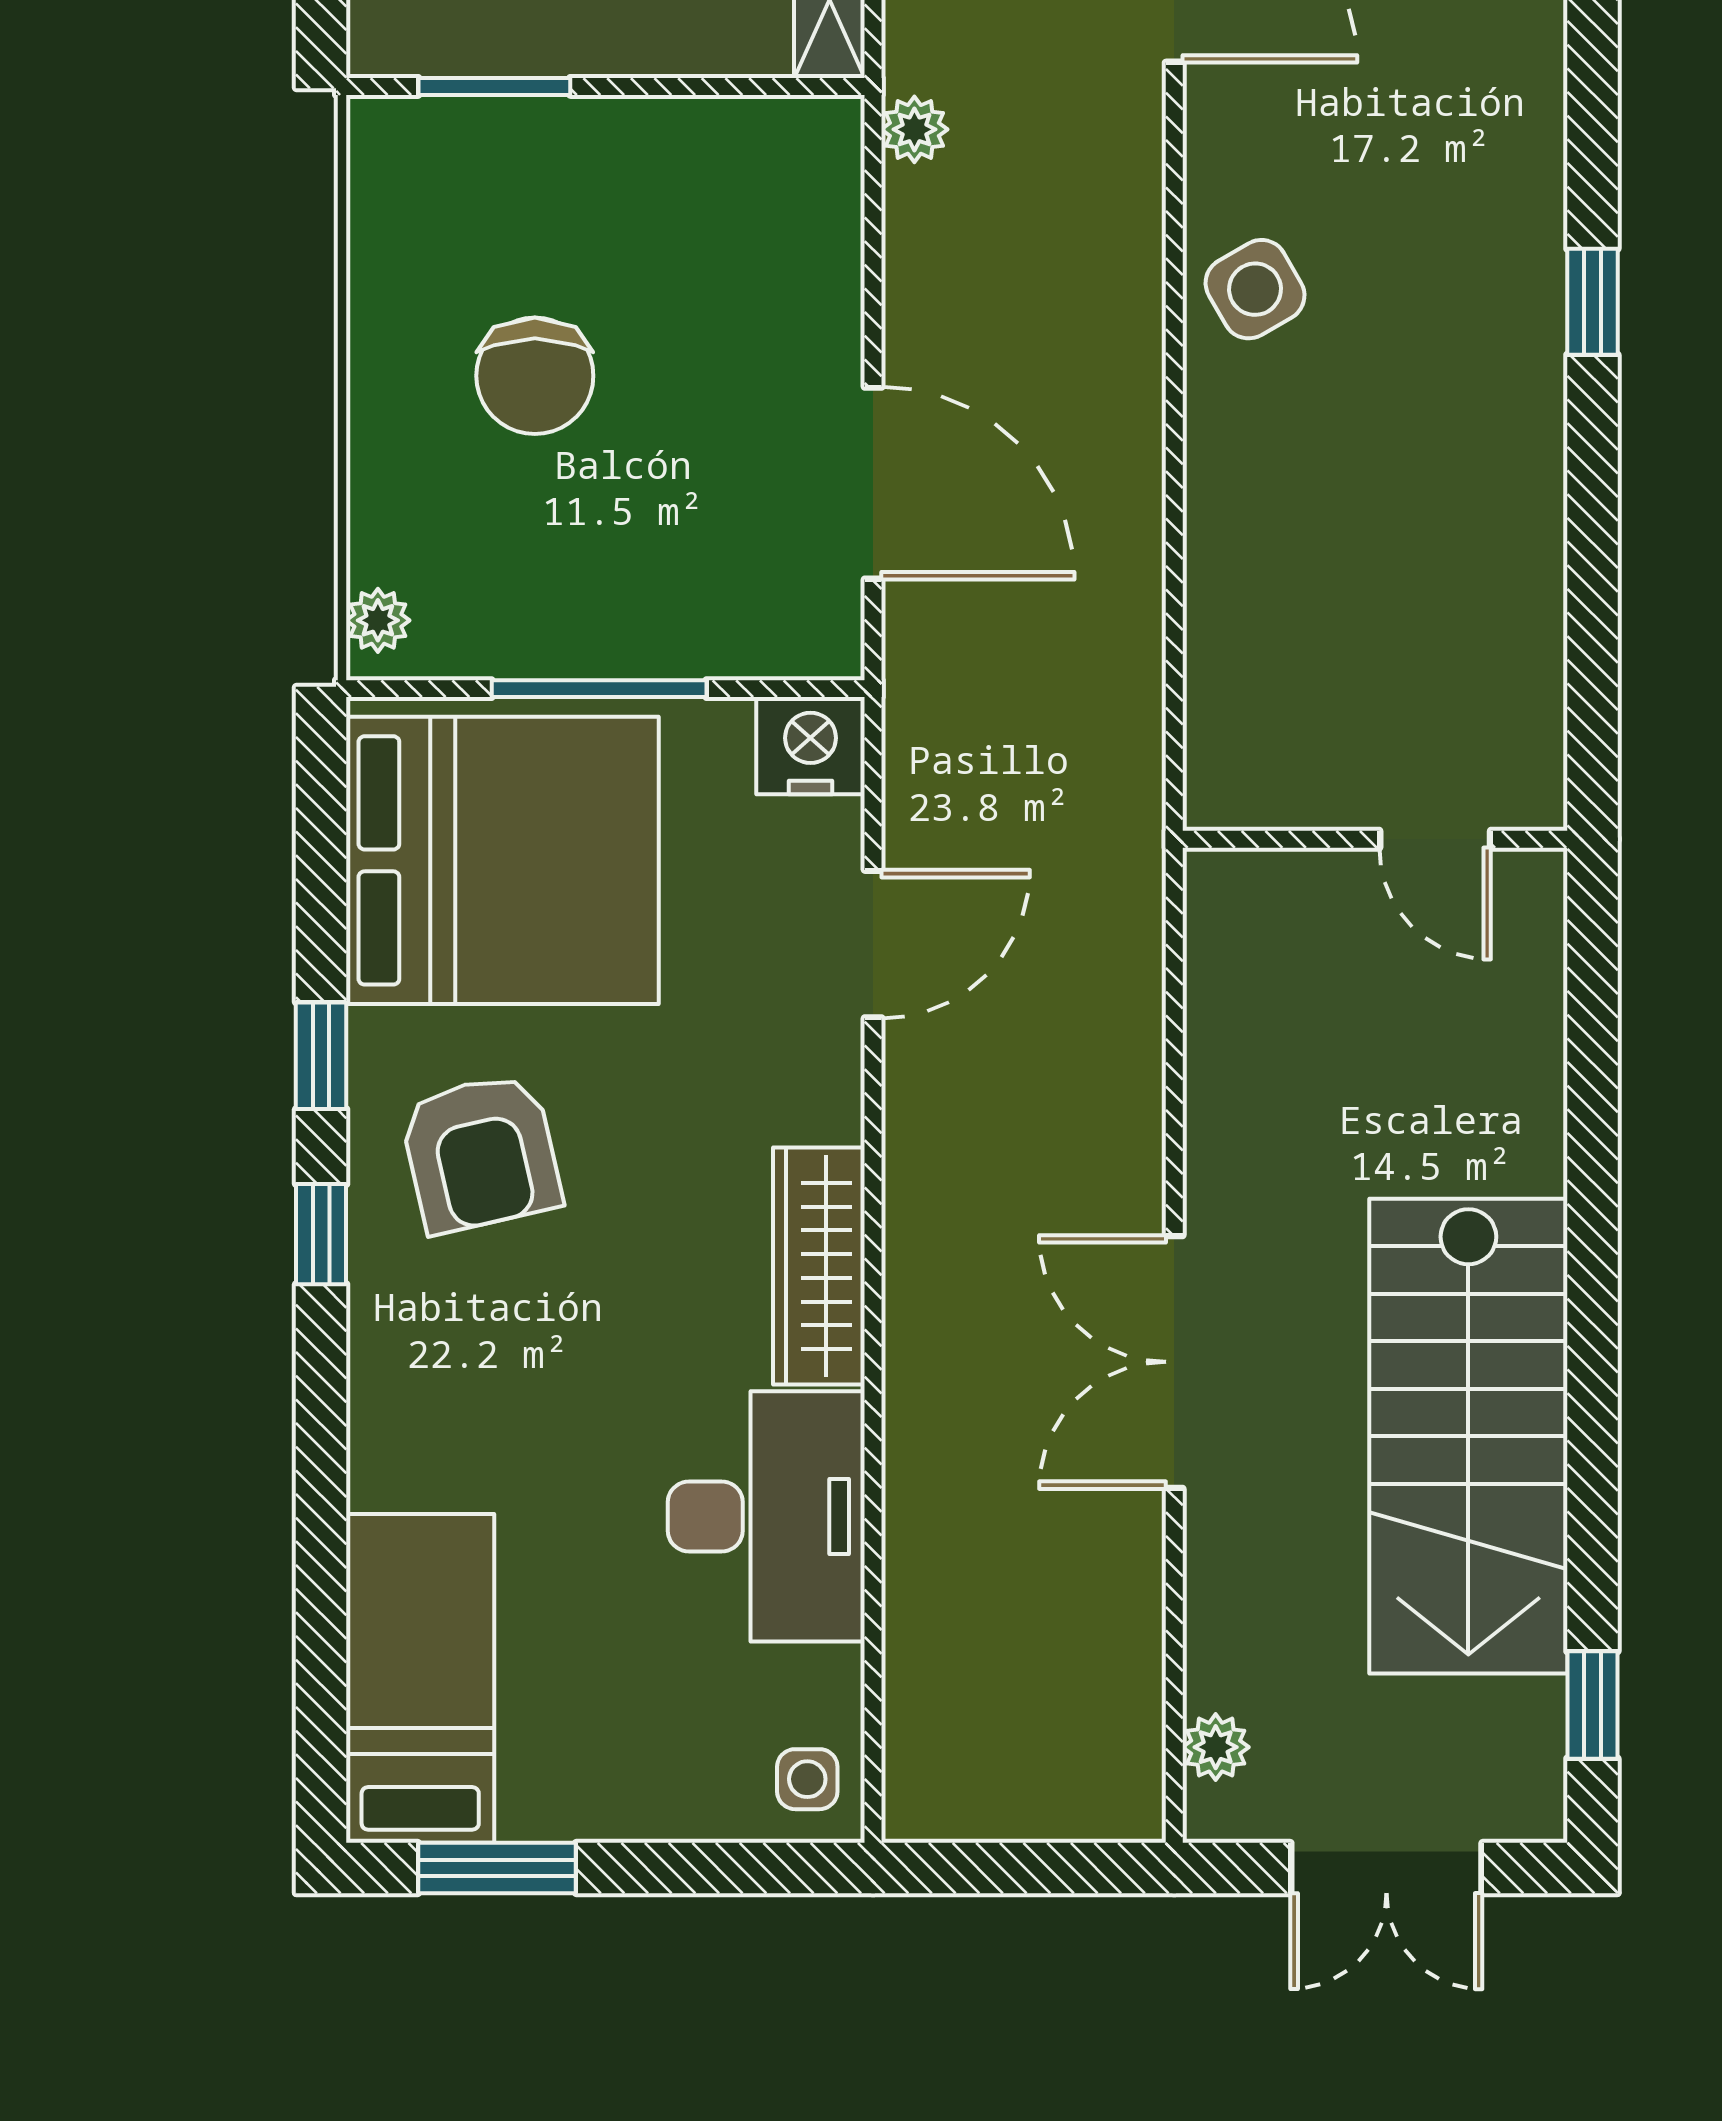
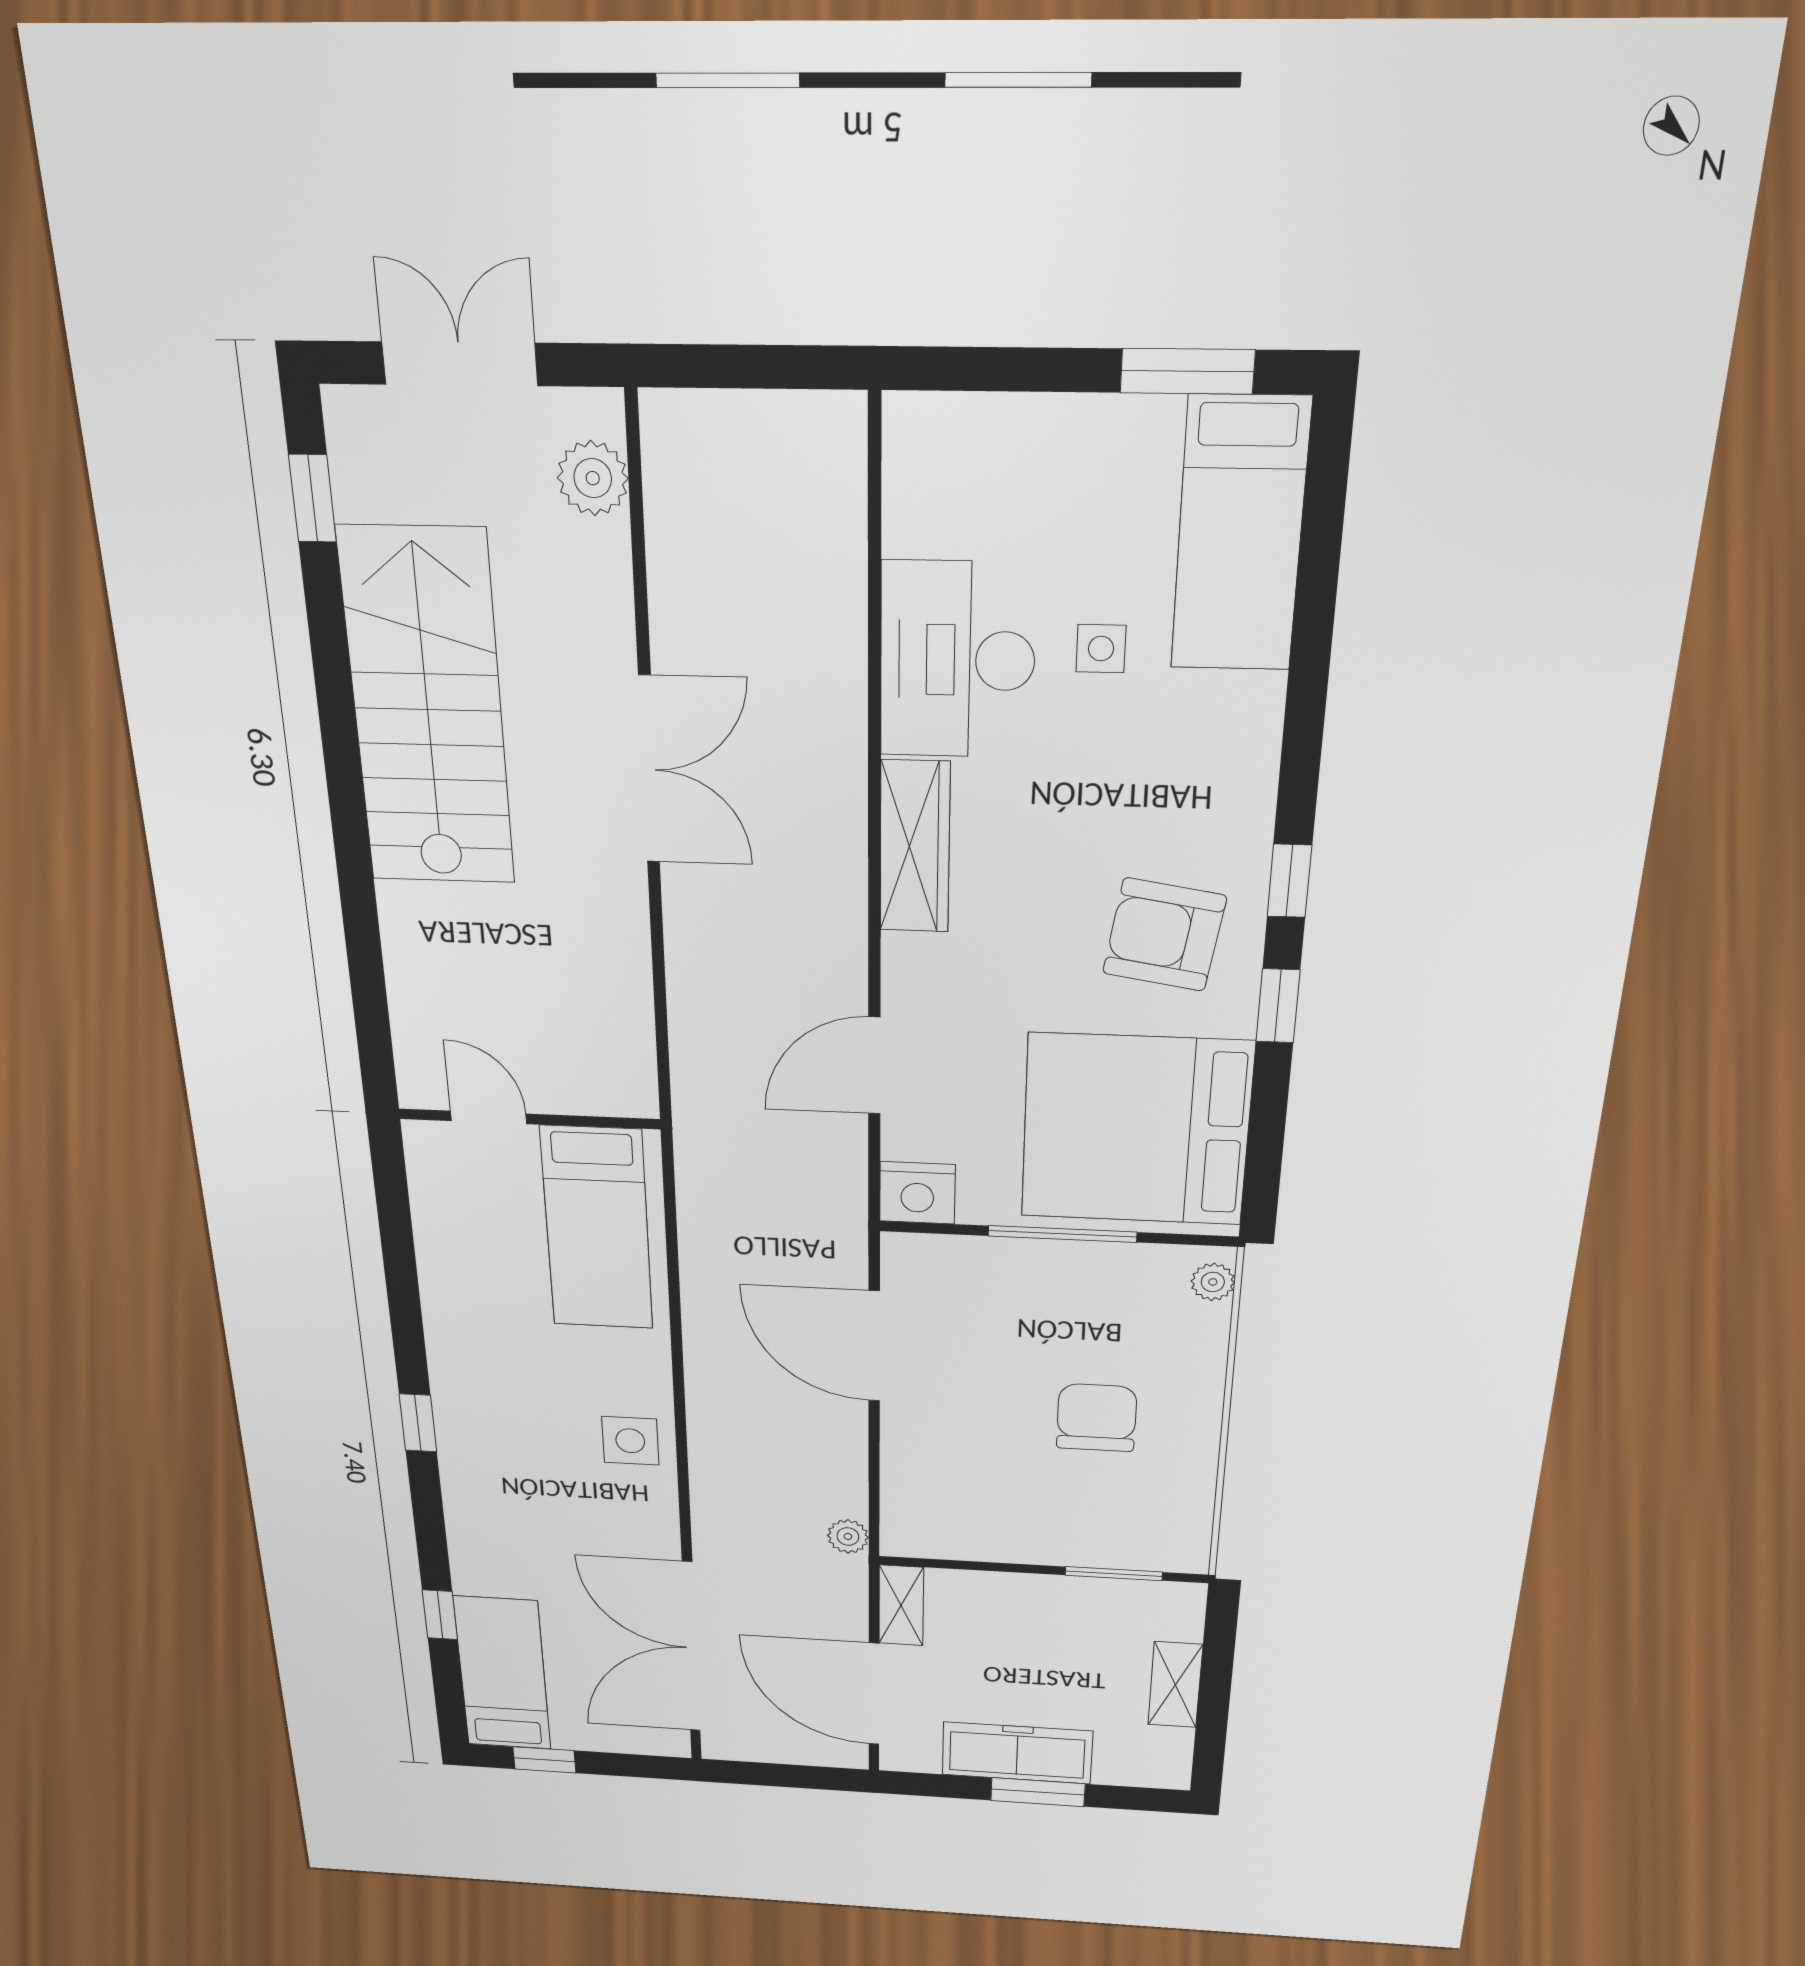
side table: (1255, 289) -> (630, 1441), turned 30
bed: (1286, 663) -> (597, 1229), added
armchair: (481, 1153) -> (1164, 935), turned -68
plant: (1216, 1747) -> (593, 478), width x1.38, depth x1.38
side table: (807, 1779) -> (1101, 649), moved

